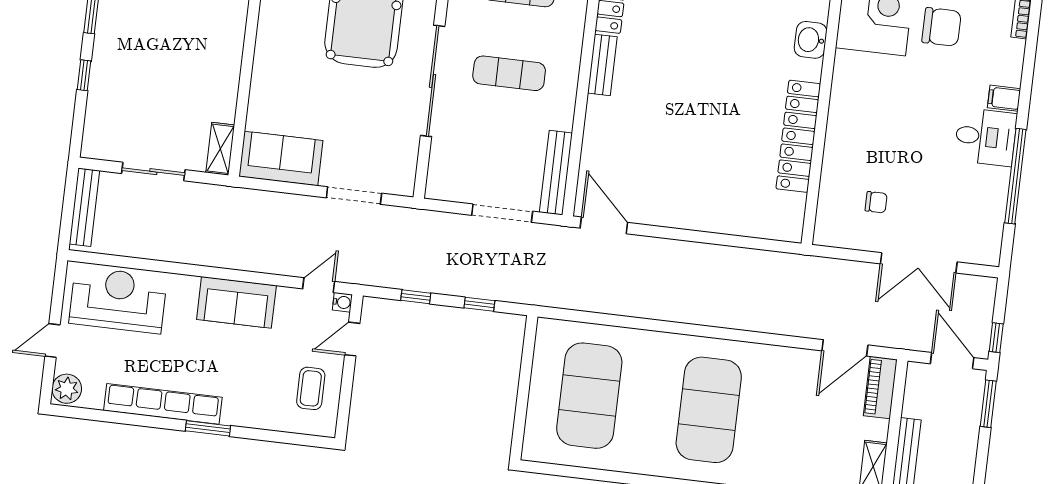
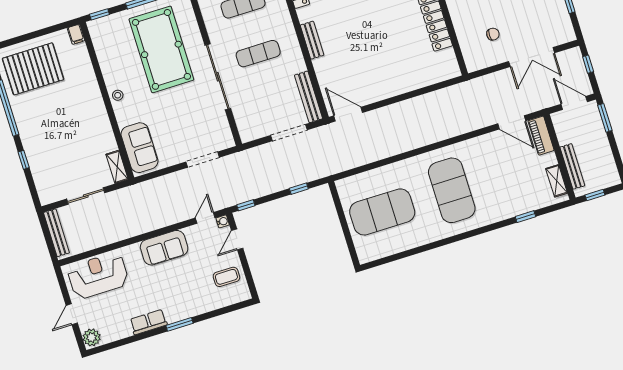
stool: (269, 41) -> (118, 95), added
bench: (602, 65) -> (312, 40), moved
sofa: (281, 159) -> (139, 148), moved, turned 90
window: (416, 297) -> (246, 205), moved
window: (996, 338) -> (588, 64), moved
door: (845, 348) -> (512, 122), hinge flipped
coffee table: (311, 388) -> (226, 277), turned 90
exercise mat: (589, 396) -> (382, 212), turned 90
row of seats: (163, 404) -> (148, 322), width x0.50

